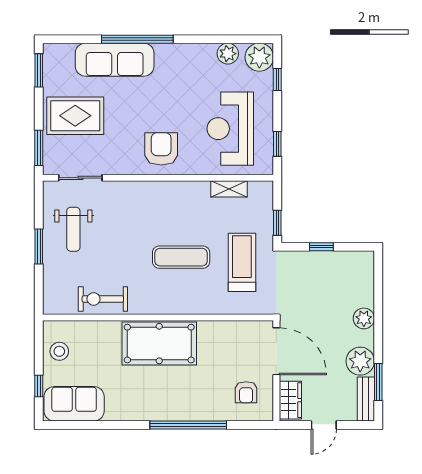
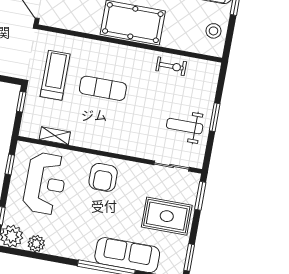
weight bench: (73, 229) -> (185, 126), turned -90
treadmill: (242, 262) -> (55, 75), turned 180
exercise bike: (103, 299) -> (171, 66), width x0.73, depth x0.72

